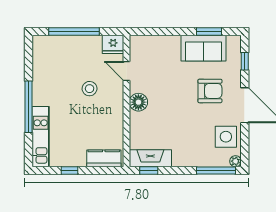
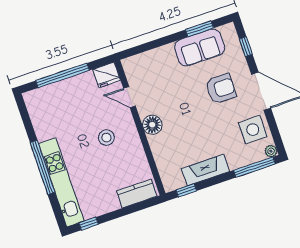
stool: (90, 89) -> (106, 138), moved
kitchen unit: (41, 137) -> (61, 182), width x1.36
fireplace: (150, 158) -> (206, 170), moved
window: (69, 170) -> (89, 224), moved

